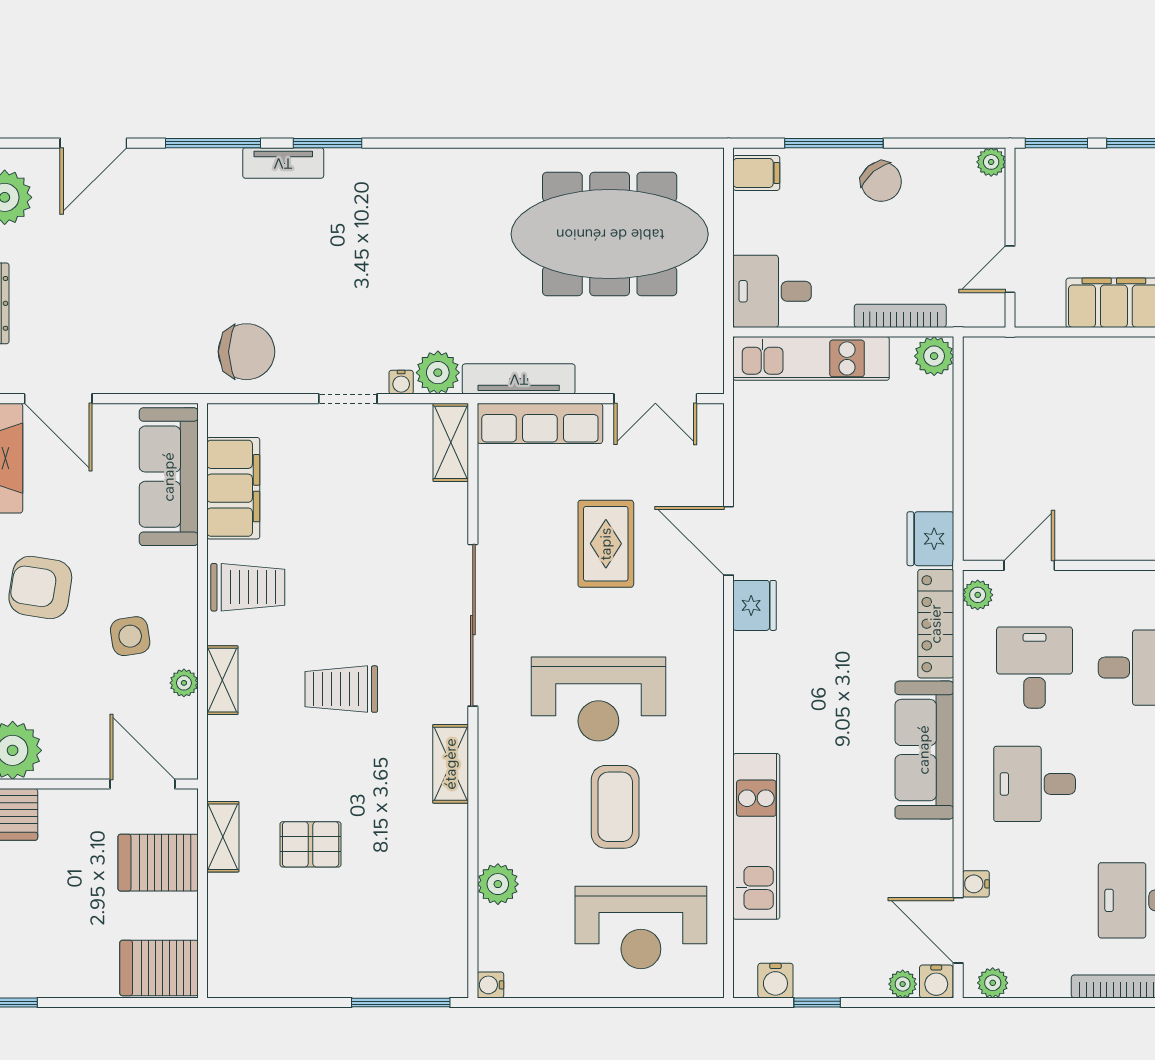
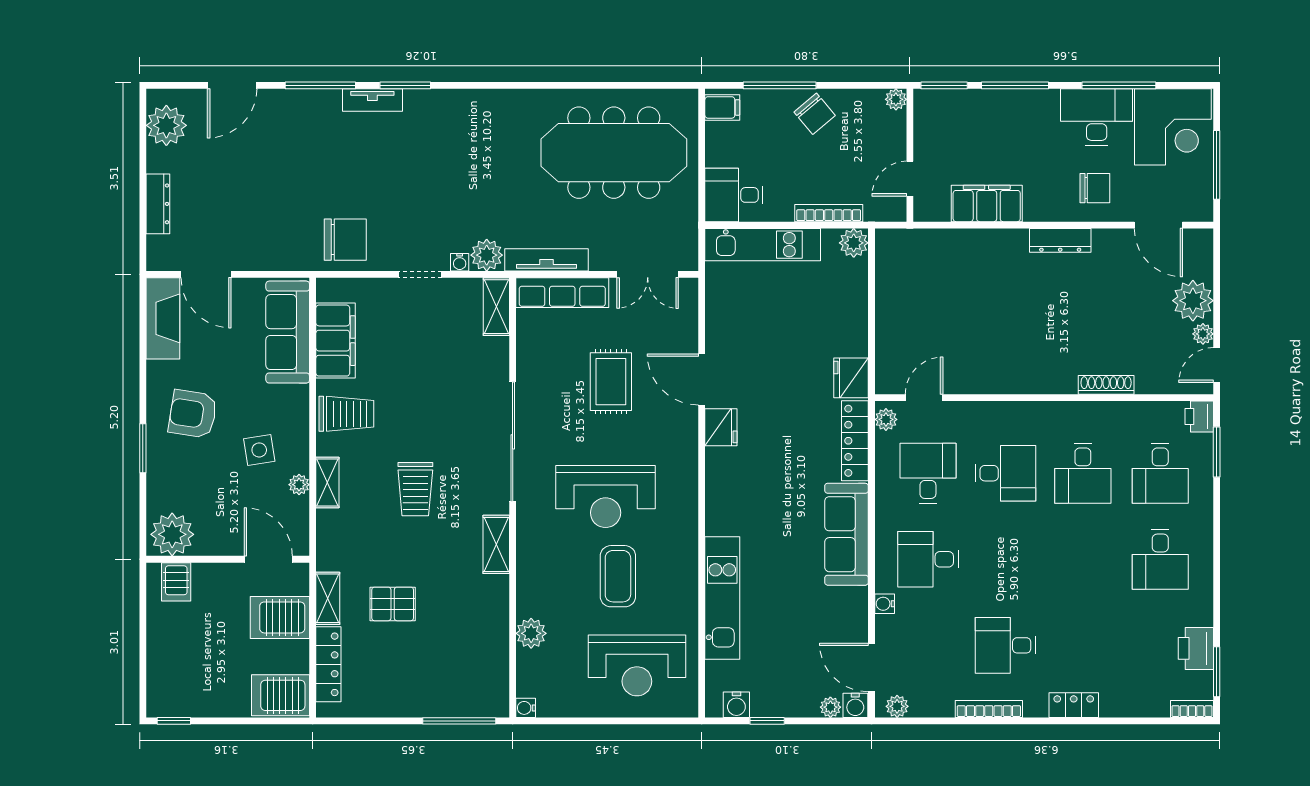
trolley: (341, 689) -> (415, 489), turned -90
water cooler: (976, 884) -> (885, 604), moved
locker: (224, 926) -> (328, 664), added

